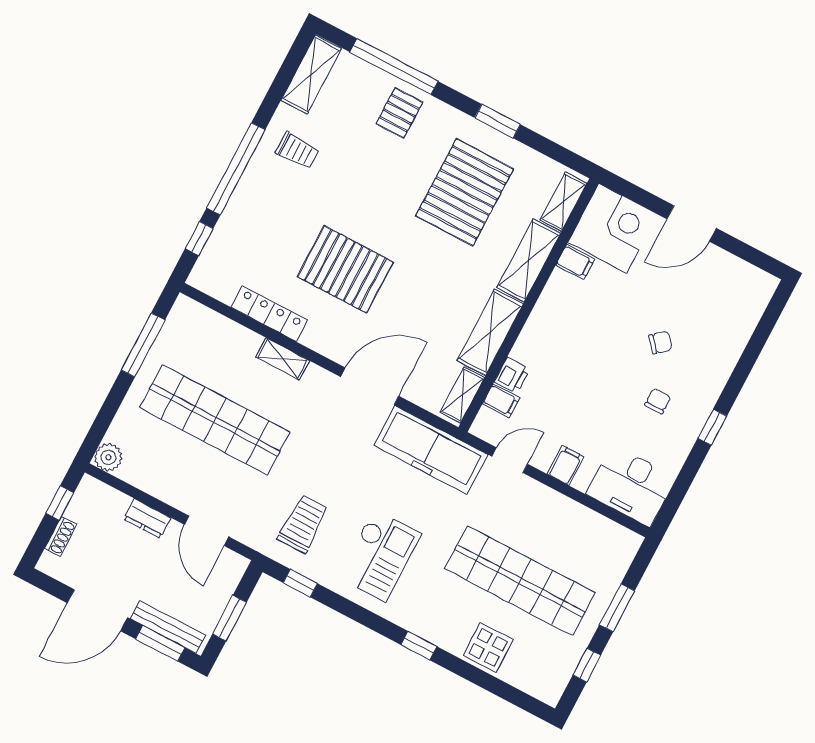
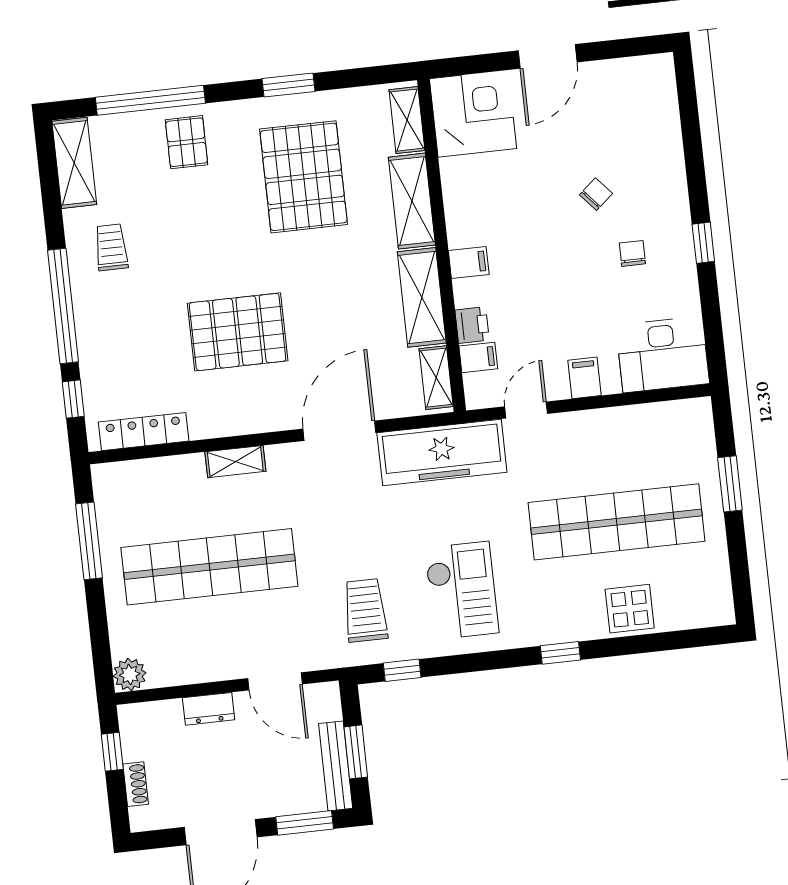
trolley: (297, 151) -> (111, 247), turned -90
filing cabinet: (575, 262) -> (469, 263), moved
locker: (269, 314) -> (144, 432), moved
bench: (168, 627) -> (336, 766), moved, turned 90
window: (587, 665) -> (738, 560), removed

